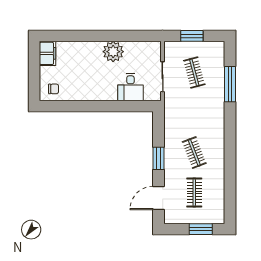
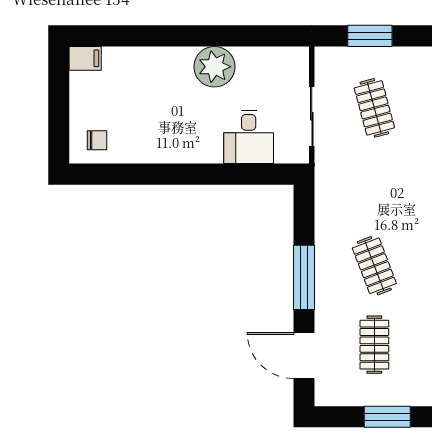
filing cabinet: (48, 53) -> (85, 58), width x0.50
window: (159, 158) -> (304, 277), width x1.44
door: (159, 198) -> (304, 355), hinge flipped

